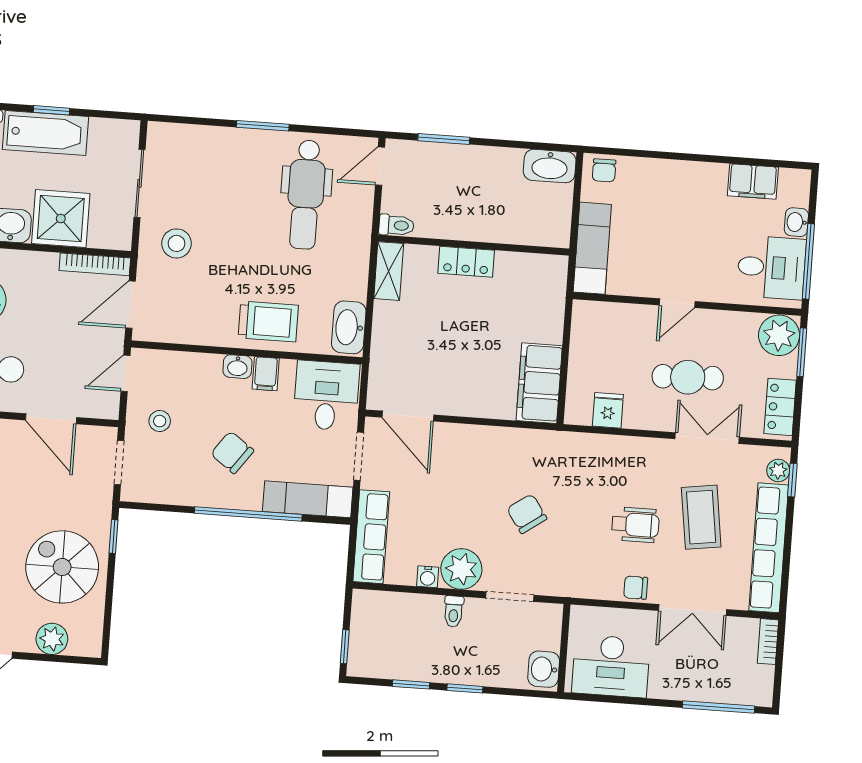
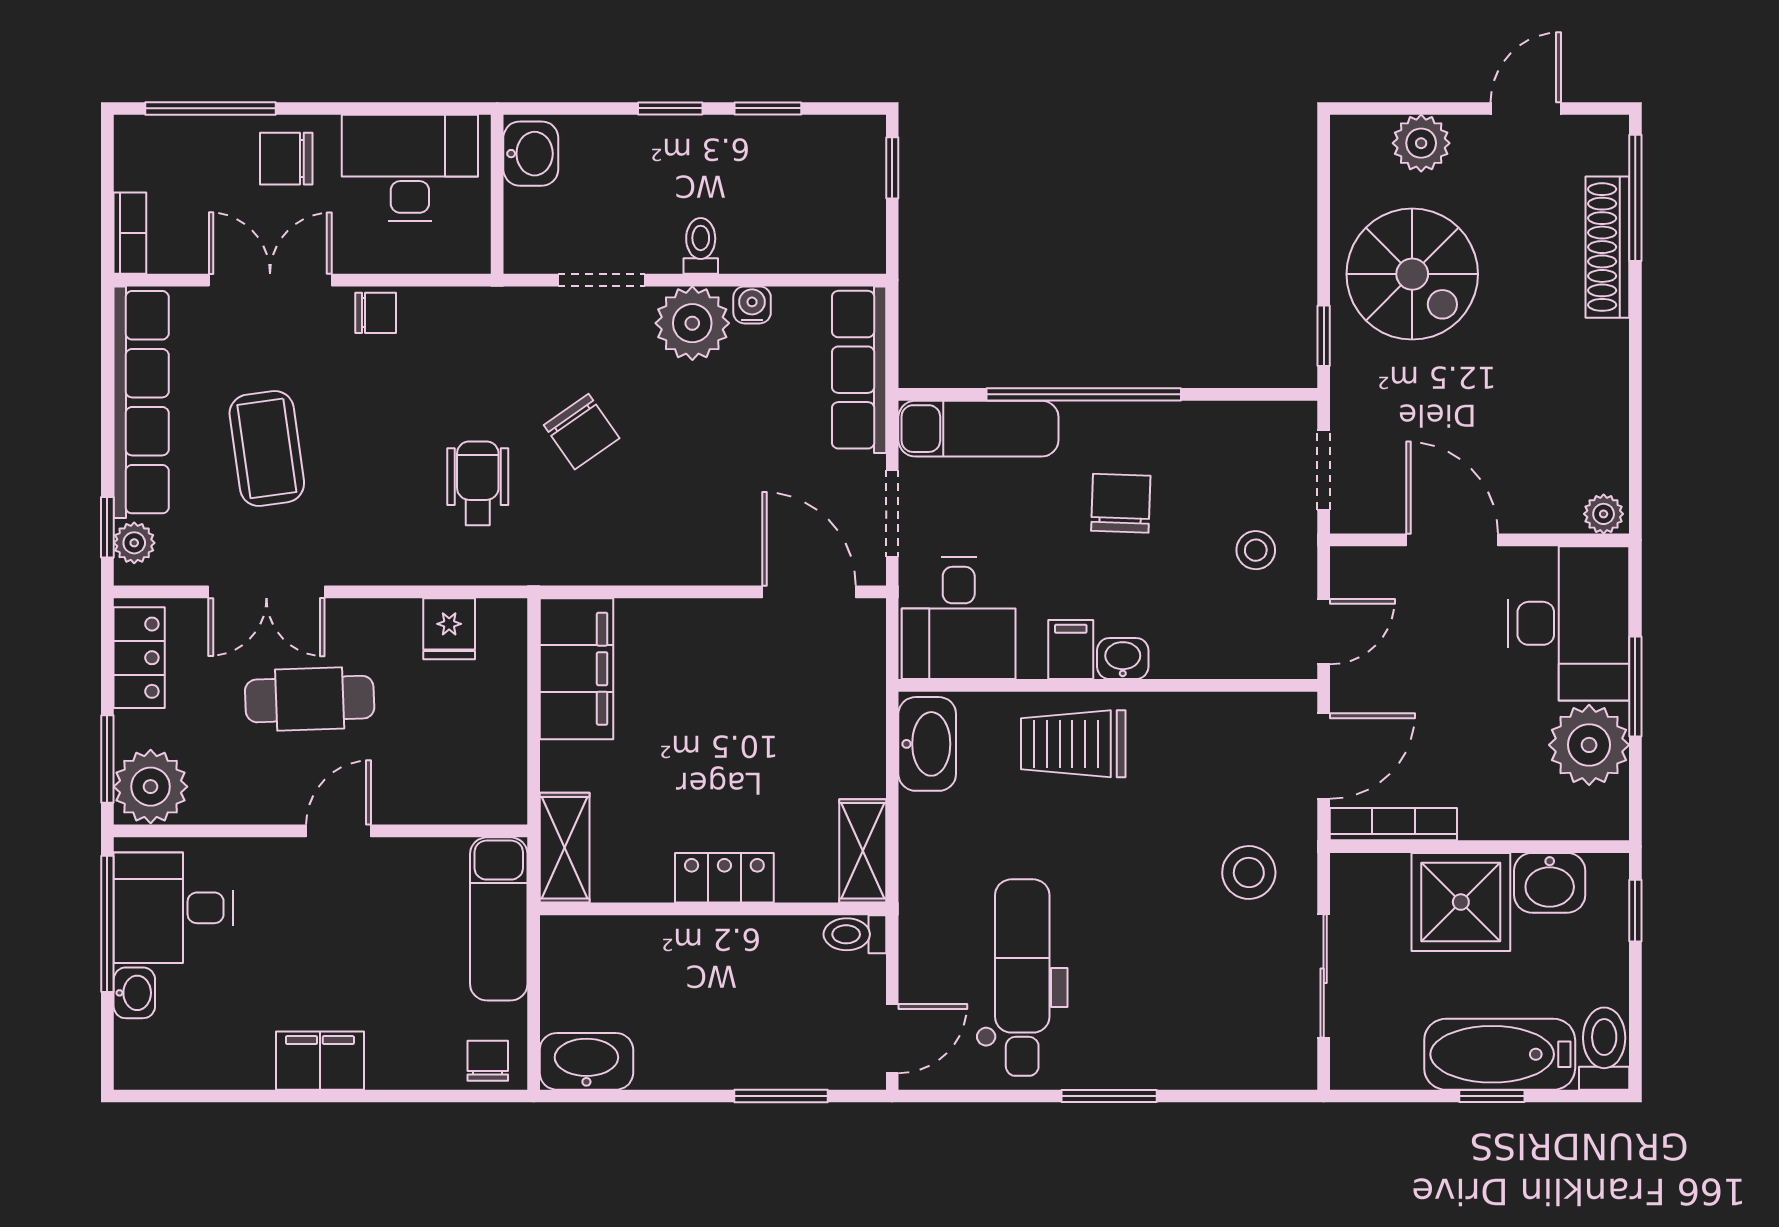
filing cabinet: (753, 181) -> (320, 1061), moved
shelving: (553, 285) -> (565, 848), added
chair: (232, 452) -> (1121, 503), turned -124
wheelchair: (635, 525) -> (478, 483), moved, turned 90
chair: (679, 676) -> (286, 159), added

